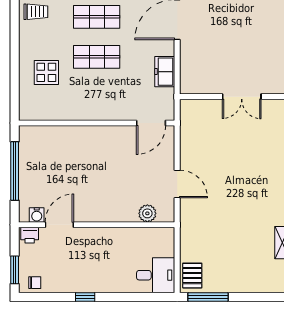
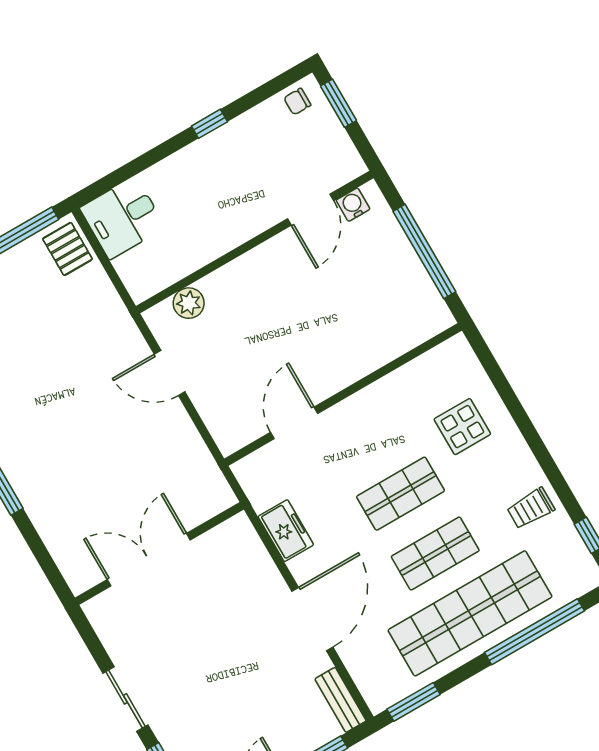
double door: (242, 97) -> (149, 560), width x1.37
door: (151, 123) -> (294, 423), moved
printer: (30, 235) -> (346, 168), removed

